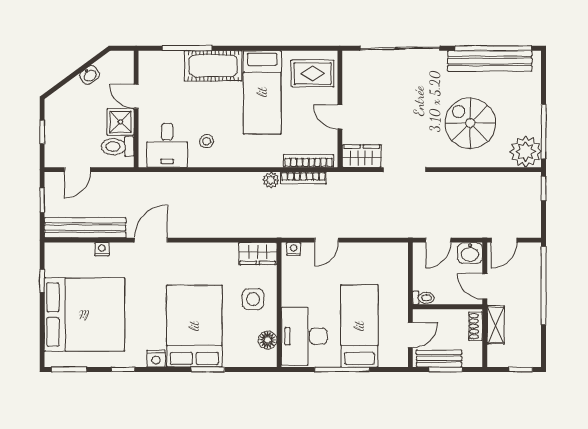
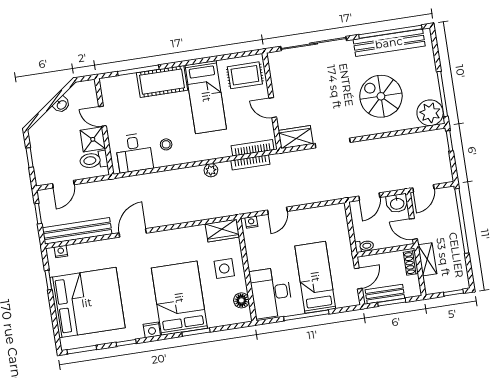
plant: (271, 180) -> (211, 170), moved
nightstand: (102, 249) -> (61, 252), moved

